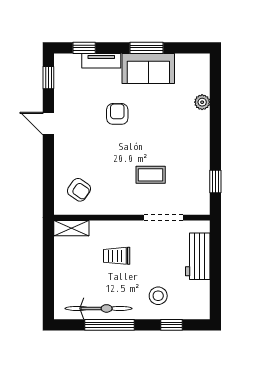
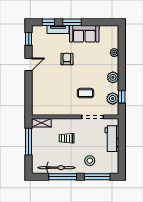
window: (146, 48) -> (72, 22), moved
door: (48, 123) -> (29, 64), swing flipped
plant: (200, 147) -> (113, 77), added
plant: (199, 185) -> (113, 99), added
armchair: (79, 190) -> (46, 101), removed
window: (48, 262) -> (29, 142), added
window: (171, 325) -> (97, 177), width x2.17

